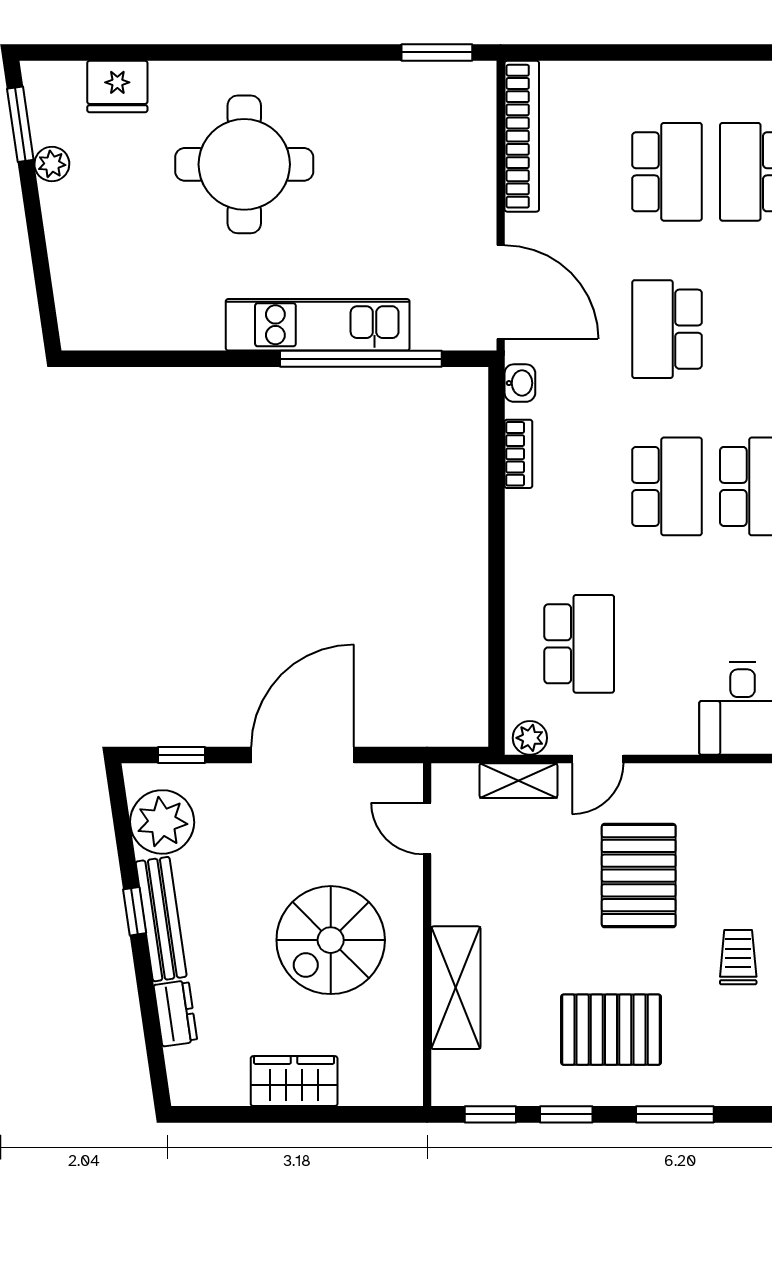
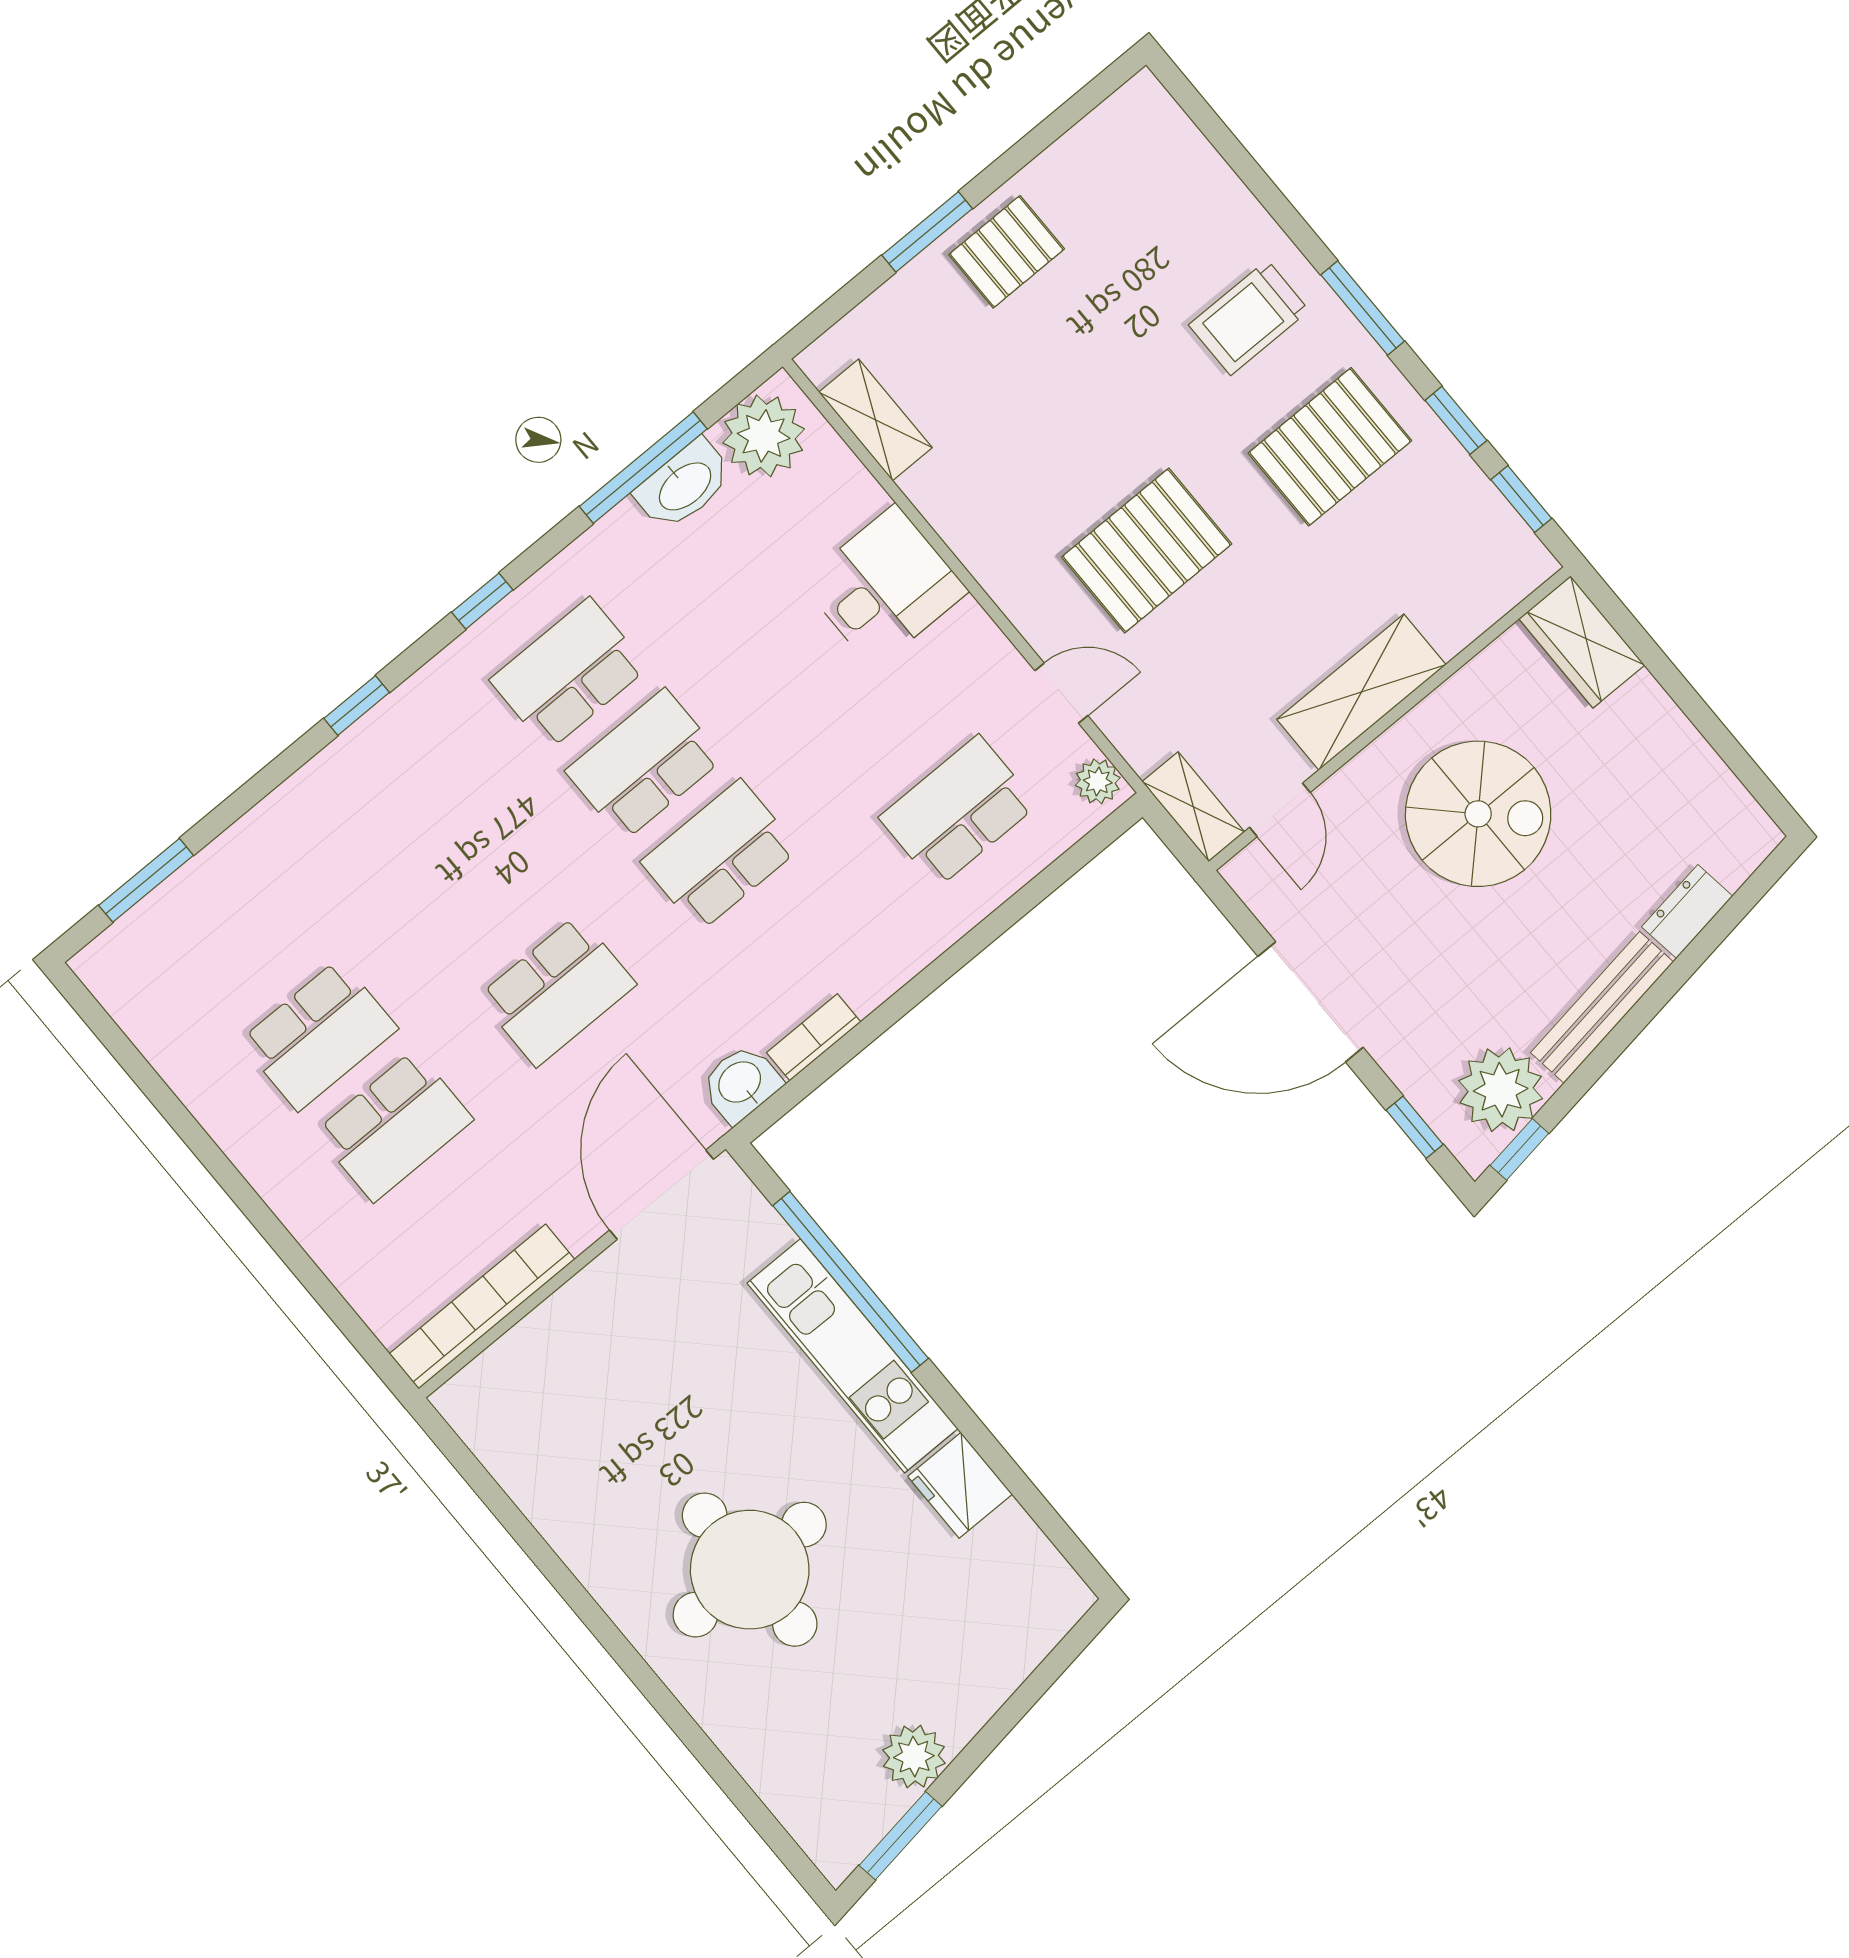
window: (437, 52) -> (469, 1466), removed
fridge: (117, 86) -> (960, 1485), moved, turned 180
plant: (52, 164) -> (914, 1757), width x1.38, depth x1.38
school desk: (667, 172) -> (394, 1126), turned 180
washbasin: (520, 383) -> (741, 1083), width x1.38, depth x1.45
shelving: (518, 781) -> (1193, 807), moved
window: (135, 911) -> (1519, 1149), moved
trolley: (738, 957) -> (1249, 318), moved, width x1.36, depth x1.39
shelving: (456, 988) -> (1361, 692), moved
pallet: (611, 1030) -> (1330, 447), turned 90
wardrobe: (294, 1081) -> (1582, 642), moved

